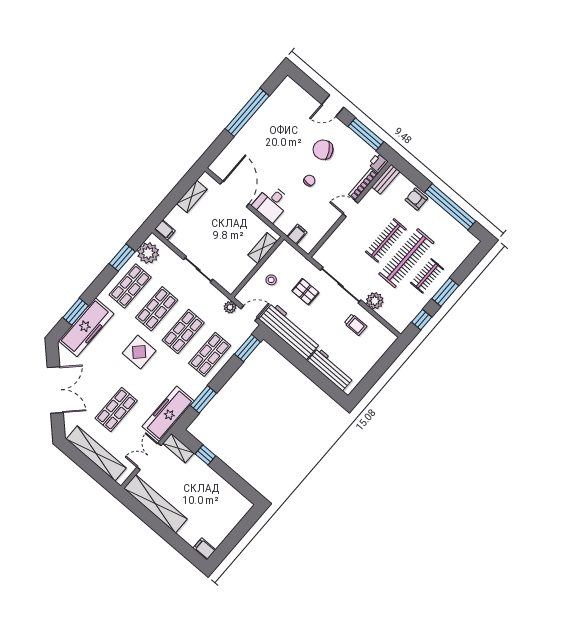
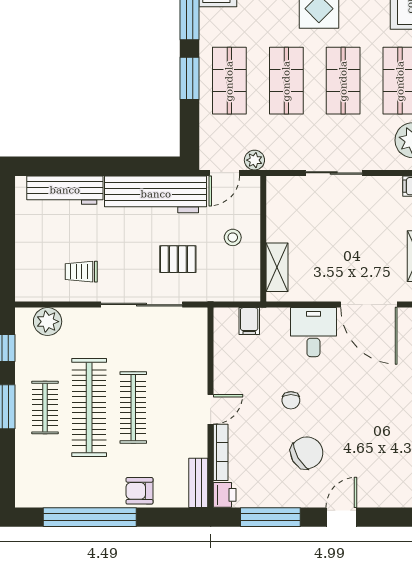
armchair: (416, 199) -> (139, 491), turned 180
plant: (375, 301) -> (48, 322), moved
window: (248, 348) -> (190, 78), moved

